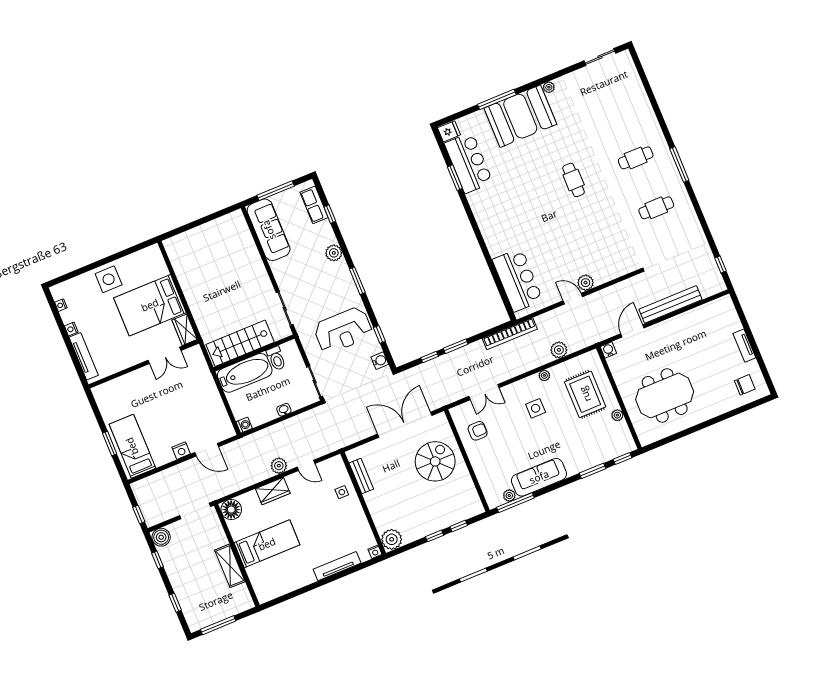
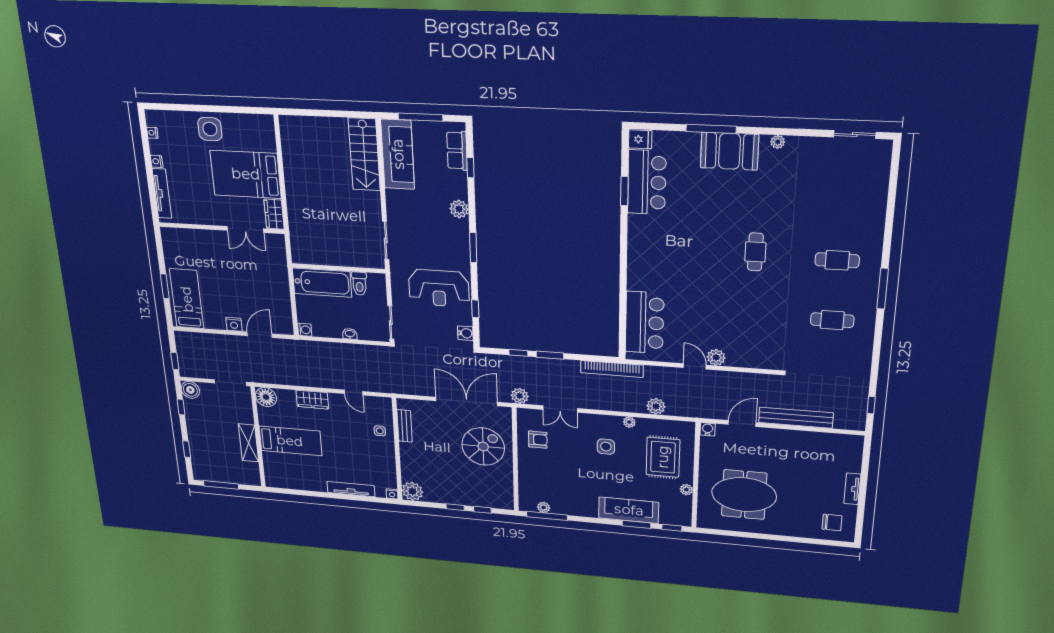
booth: (520, 116) -> (729, 151), width x0.73, depth x0.70
stairs: (240, 343) -> (364, 154), moved, turned -90
door: (207, 450) -> (260, 335), swing flipped
plant: (279, 466) -> (520, 396), moved
sofa: (539, 477) -> (629, 510), moved

